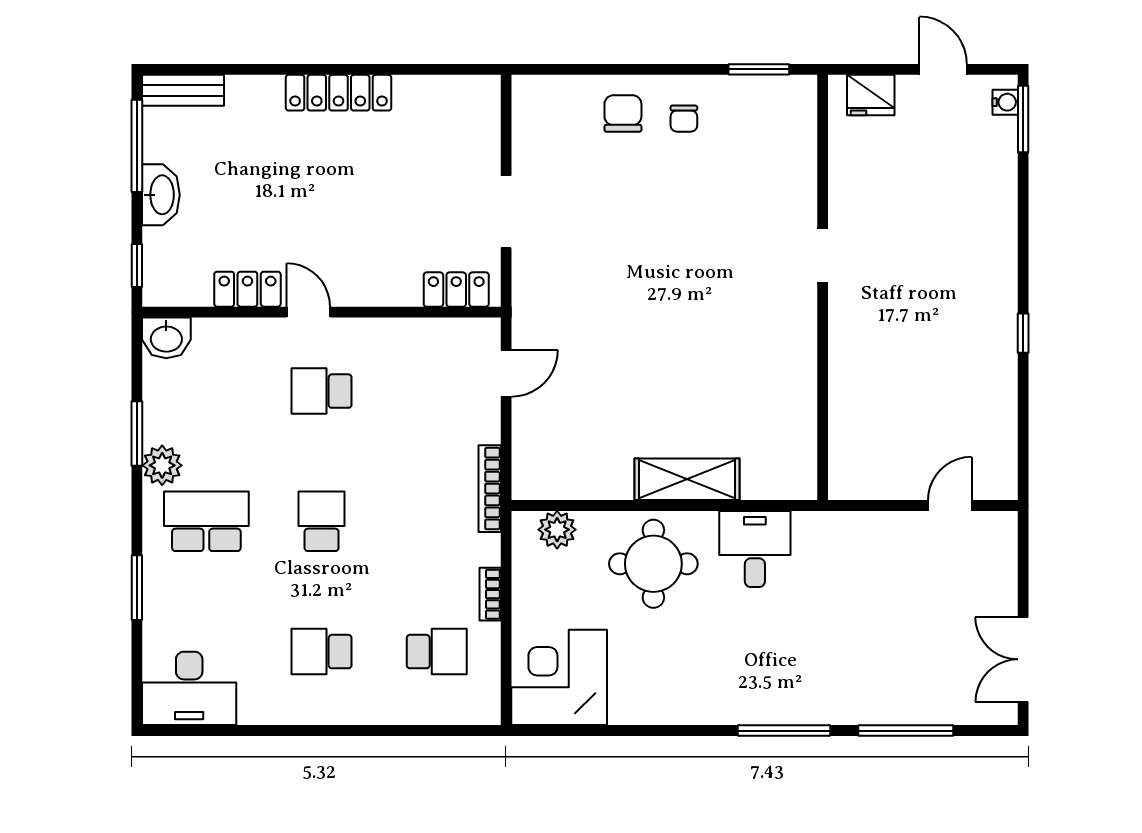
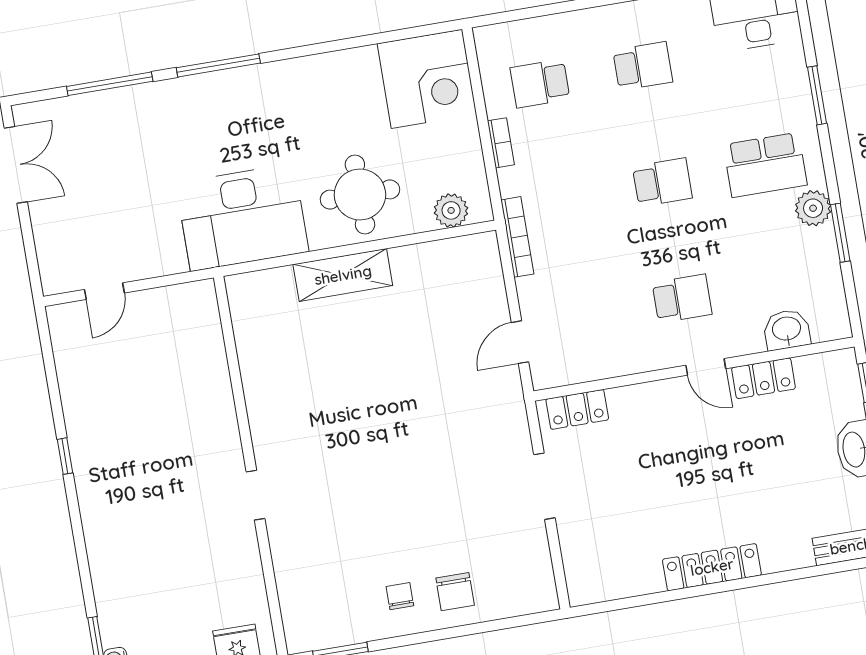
washbasin: (166, 338) -> (787, 330), moved
school desk: (322, 521) -> (662, 182), turned -90
desk: (755, 549) -> (242, 217), width x1.87, depth x1.30

